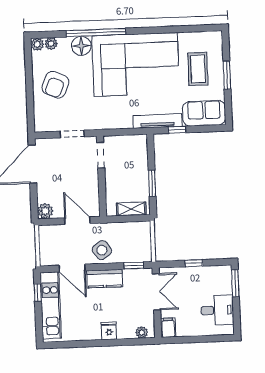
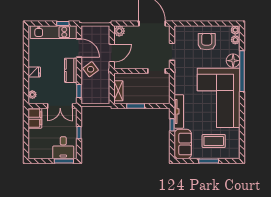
armchair: (55, 85) -> (207, 42), turned 67
door: (72, 268) -> (79, 48), swing flipped
desk: (217, 310) -> (63, 148), moved
filing cabinet: (168, 328) -> (35, 118), width x2.00

